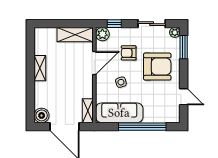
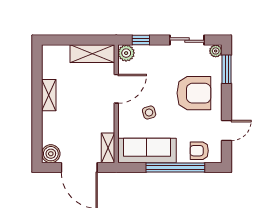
armchair: (129, 53) -> (199, 151), moved
door: (184, 97) -> (227, 131), hinge flipped

